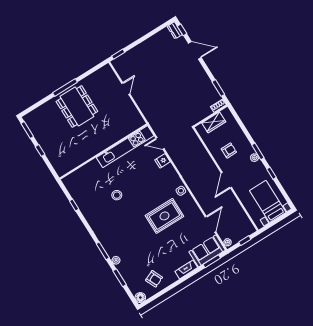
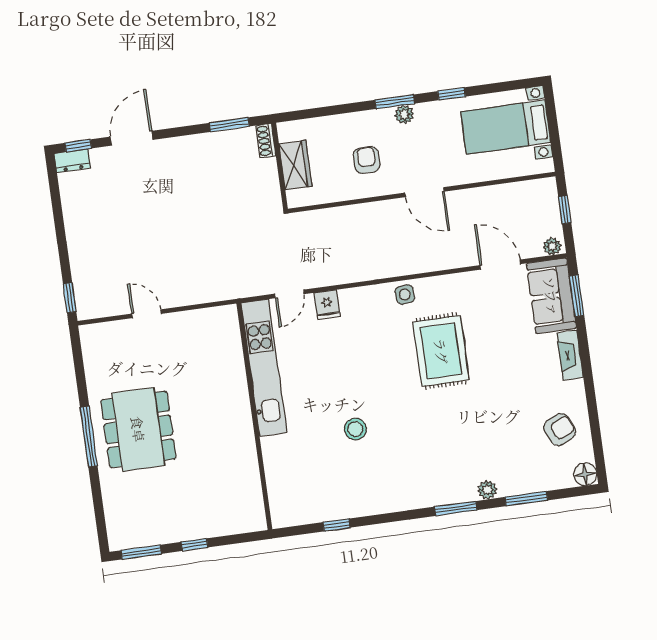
dining table: (77, 106) -> (138, 429), turned 90

